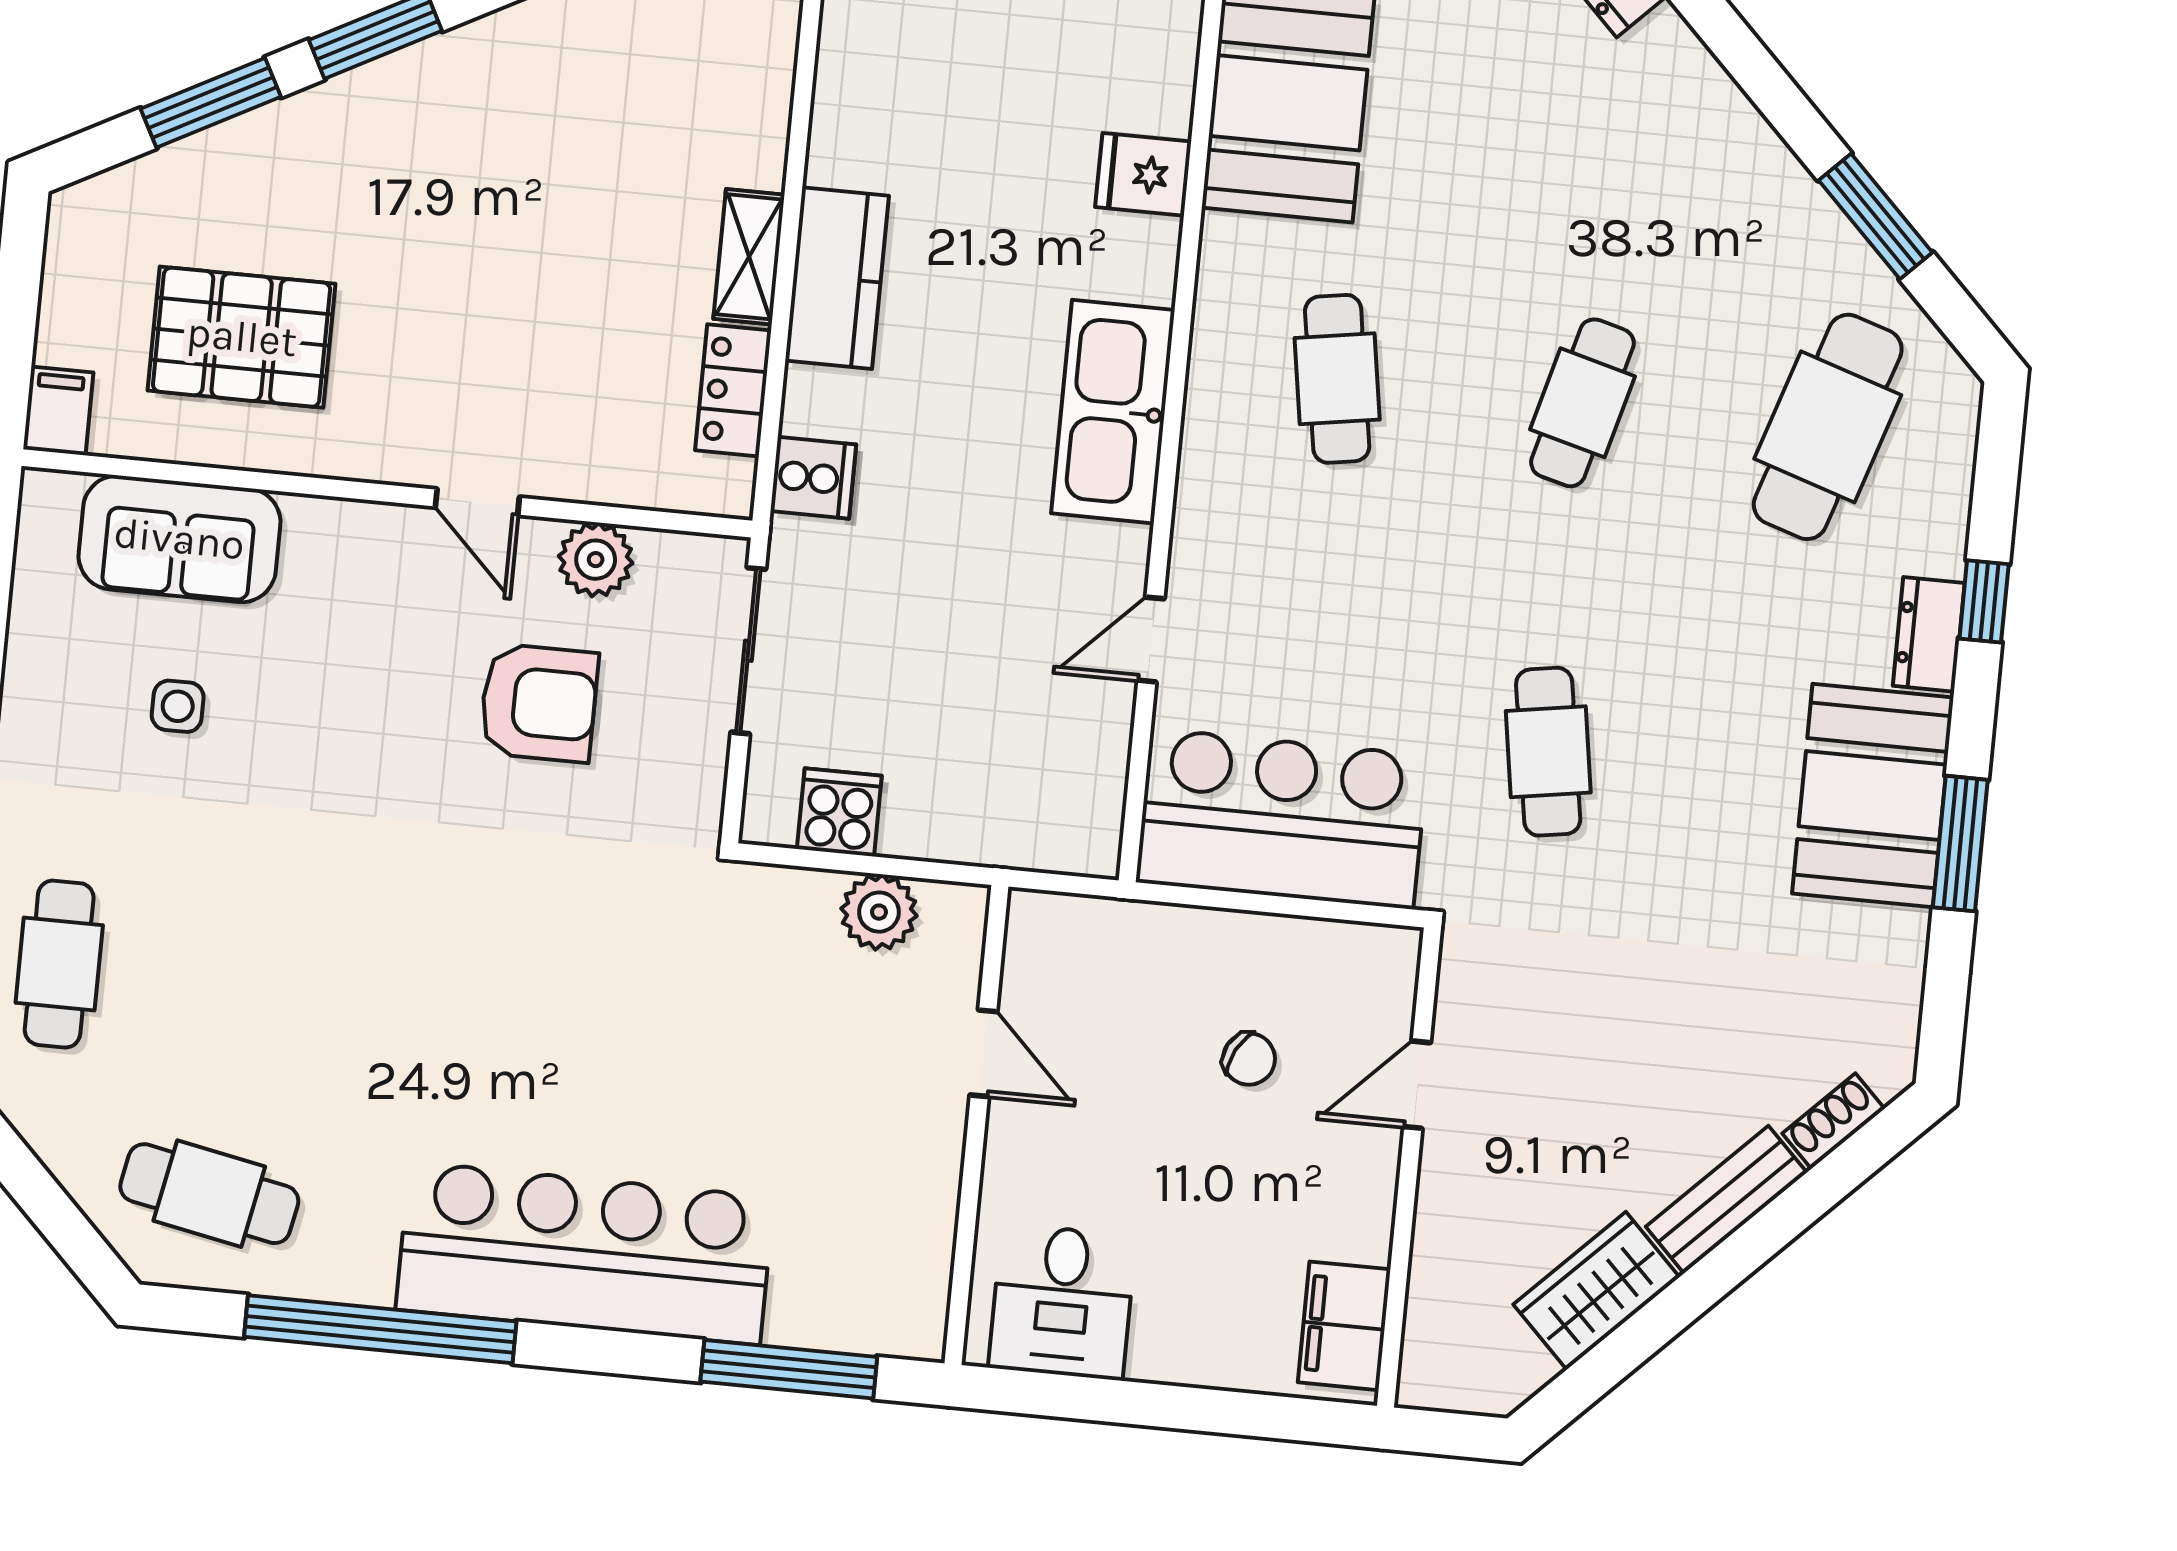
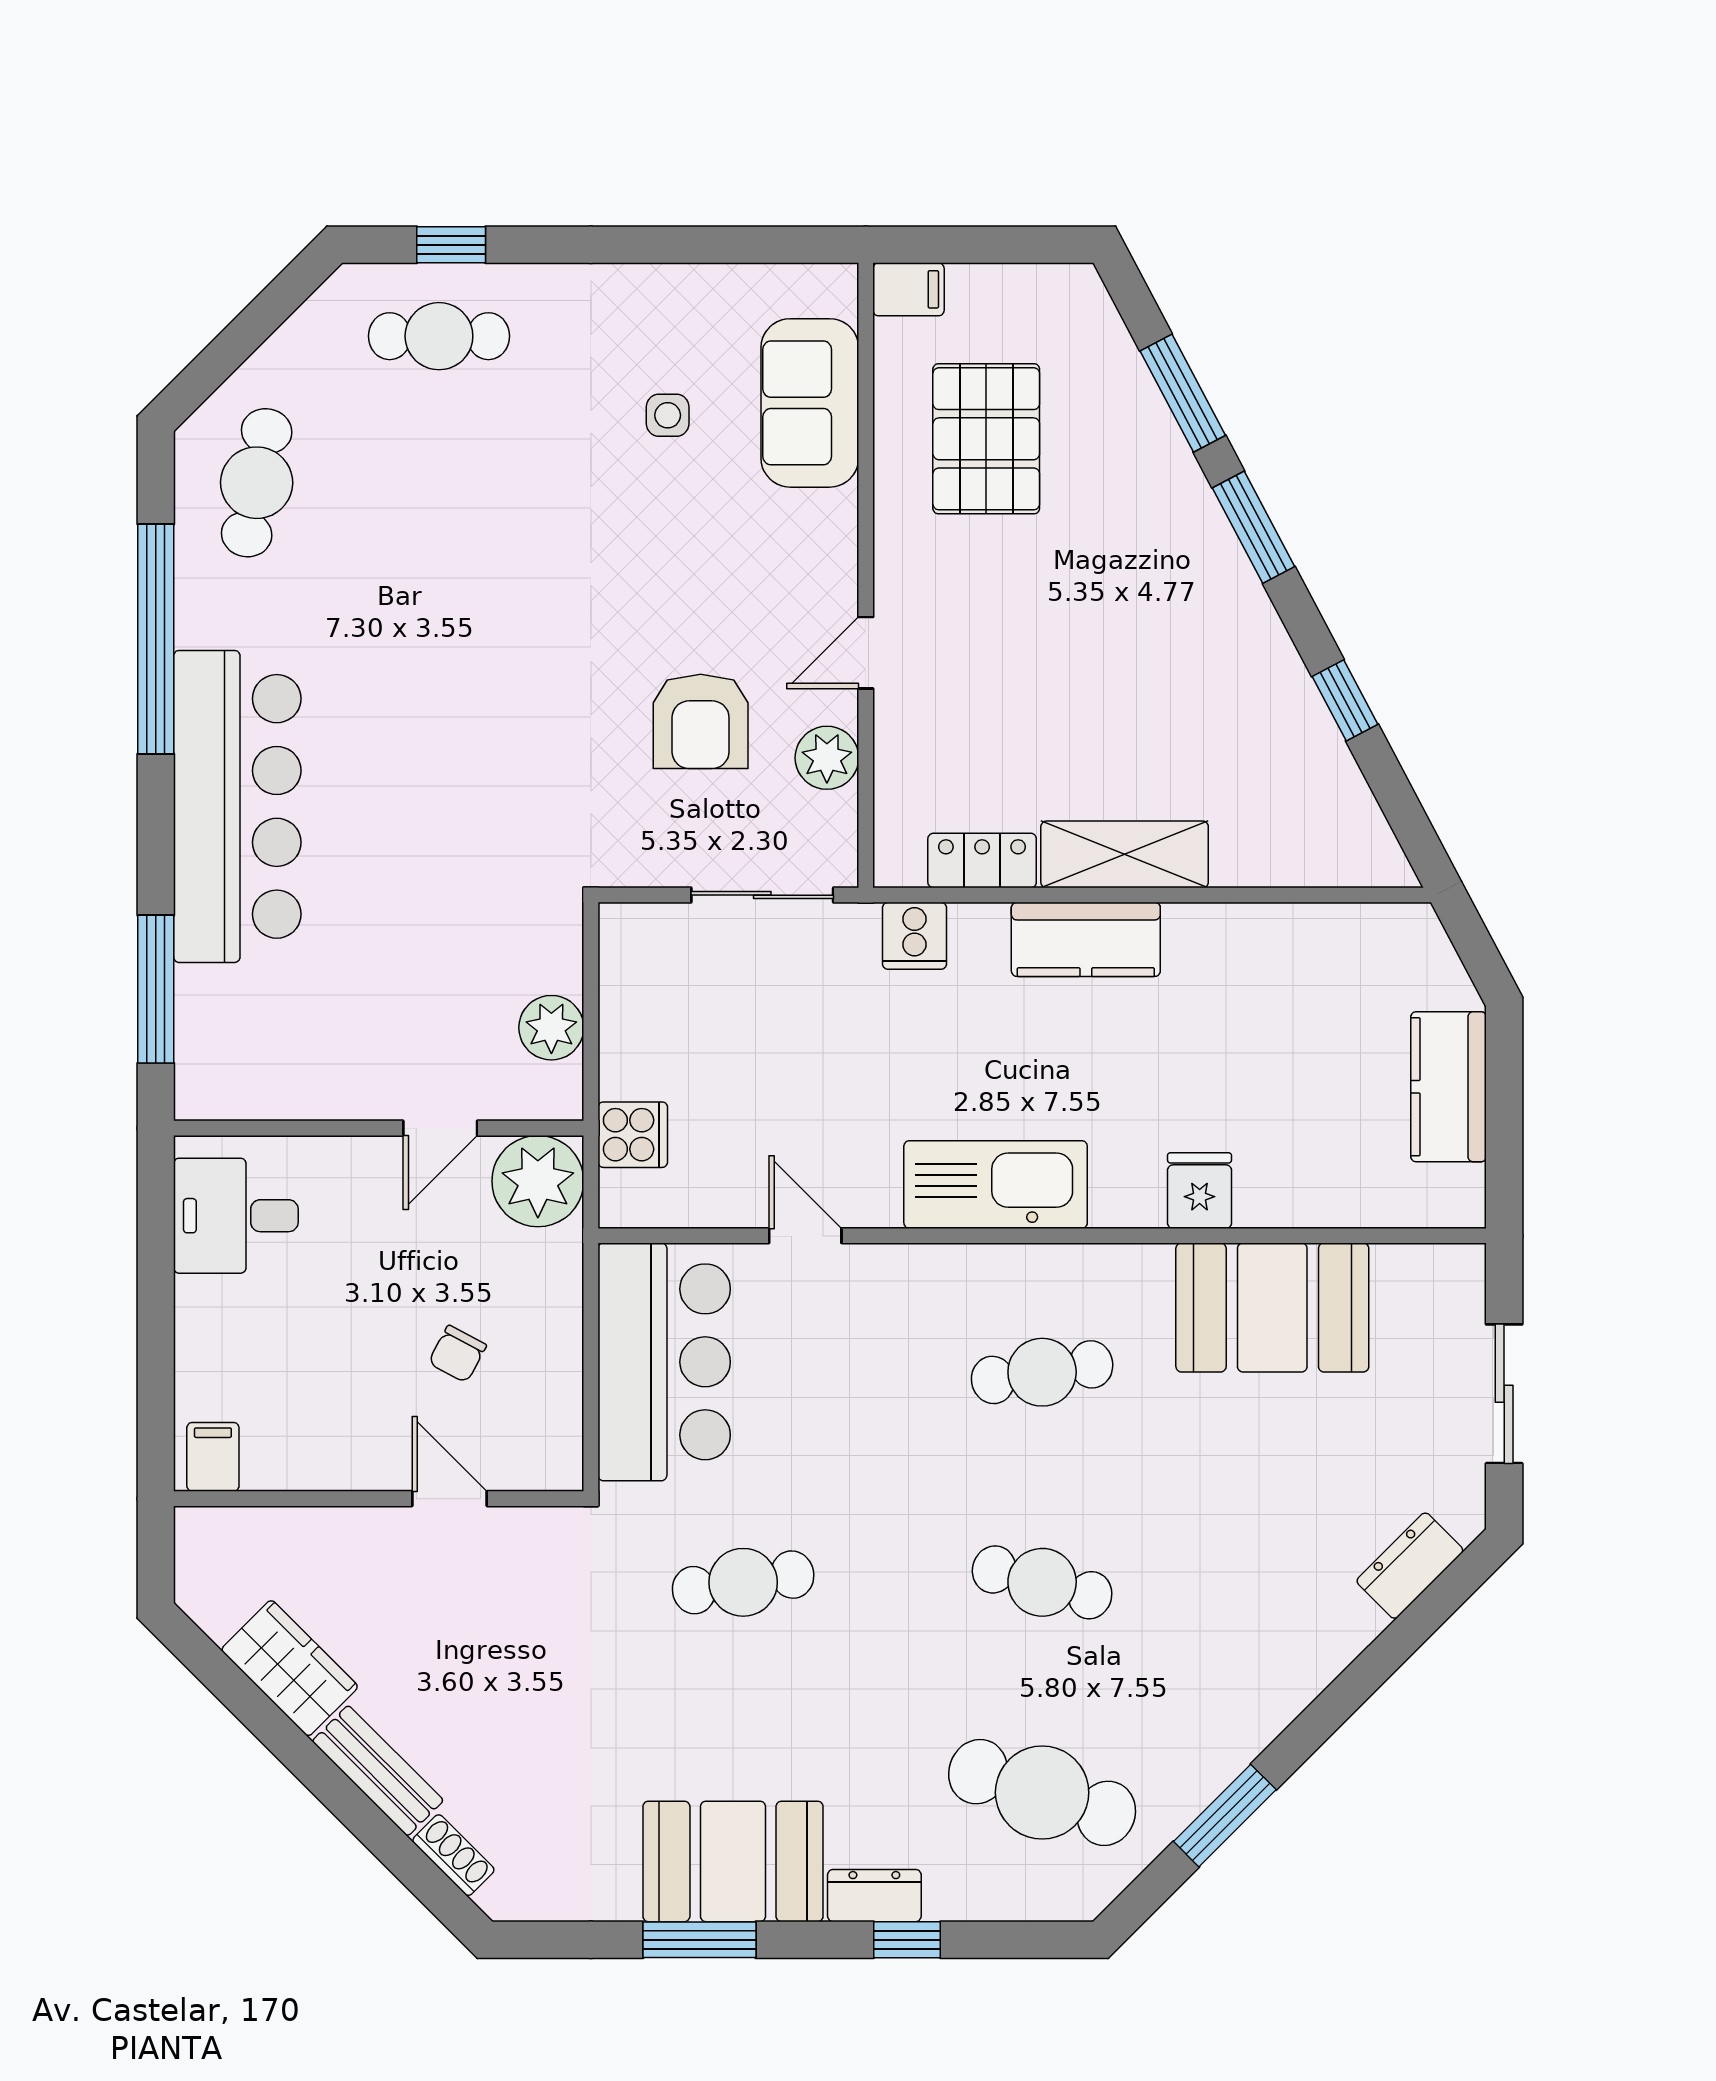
shelving: (749, 257) -> (1125, 854), width x1.50, depth x1.33
cooker: (839, 812) -> (633, 1135), moved
plant: (1057, 945) -> (538, 1181), added
filing cabinet: (1344, 1326) -> (213, 1457), width x0.50

